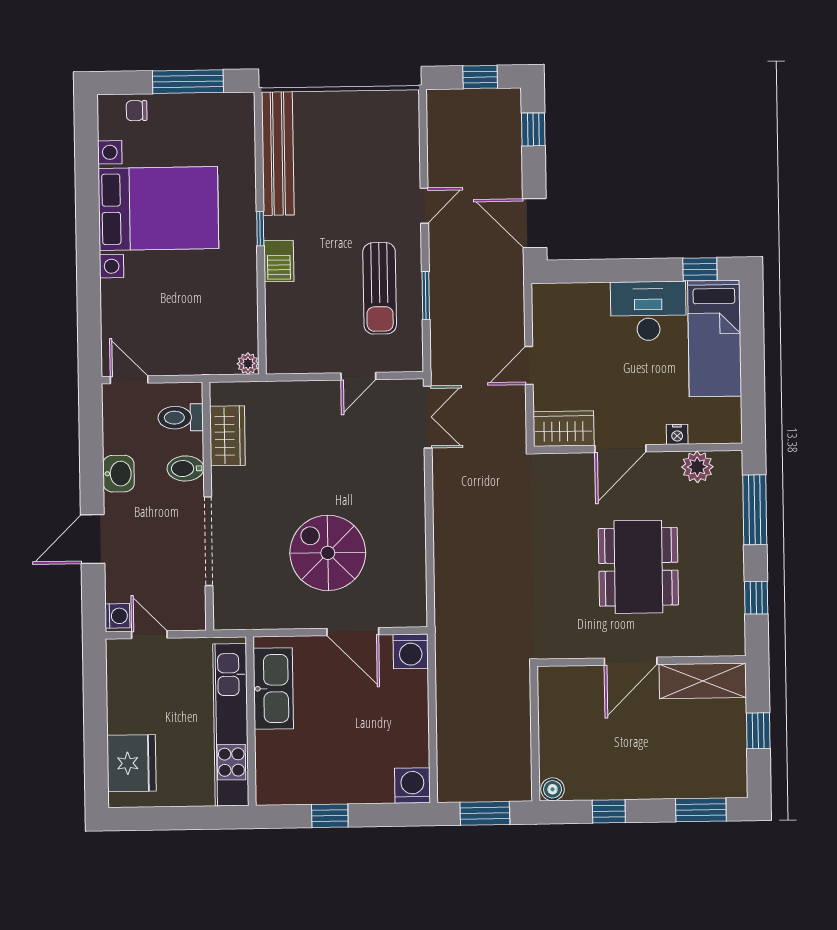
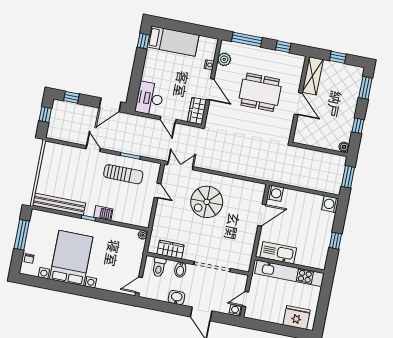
desk: (648, 311) -> (150, 98), moved
spiral stairs: (328, 553) -> (207, 202), moved

